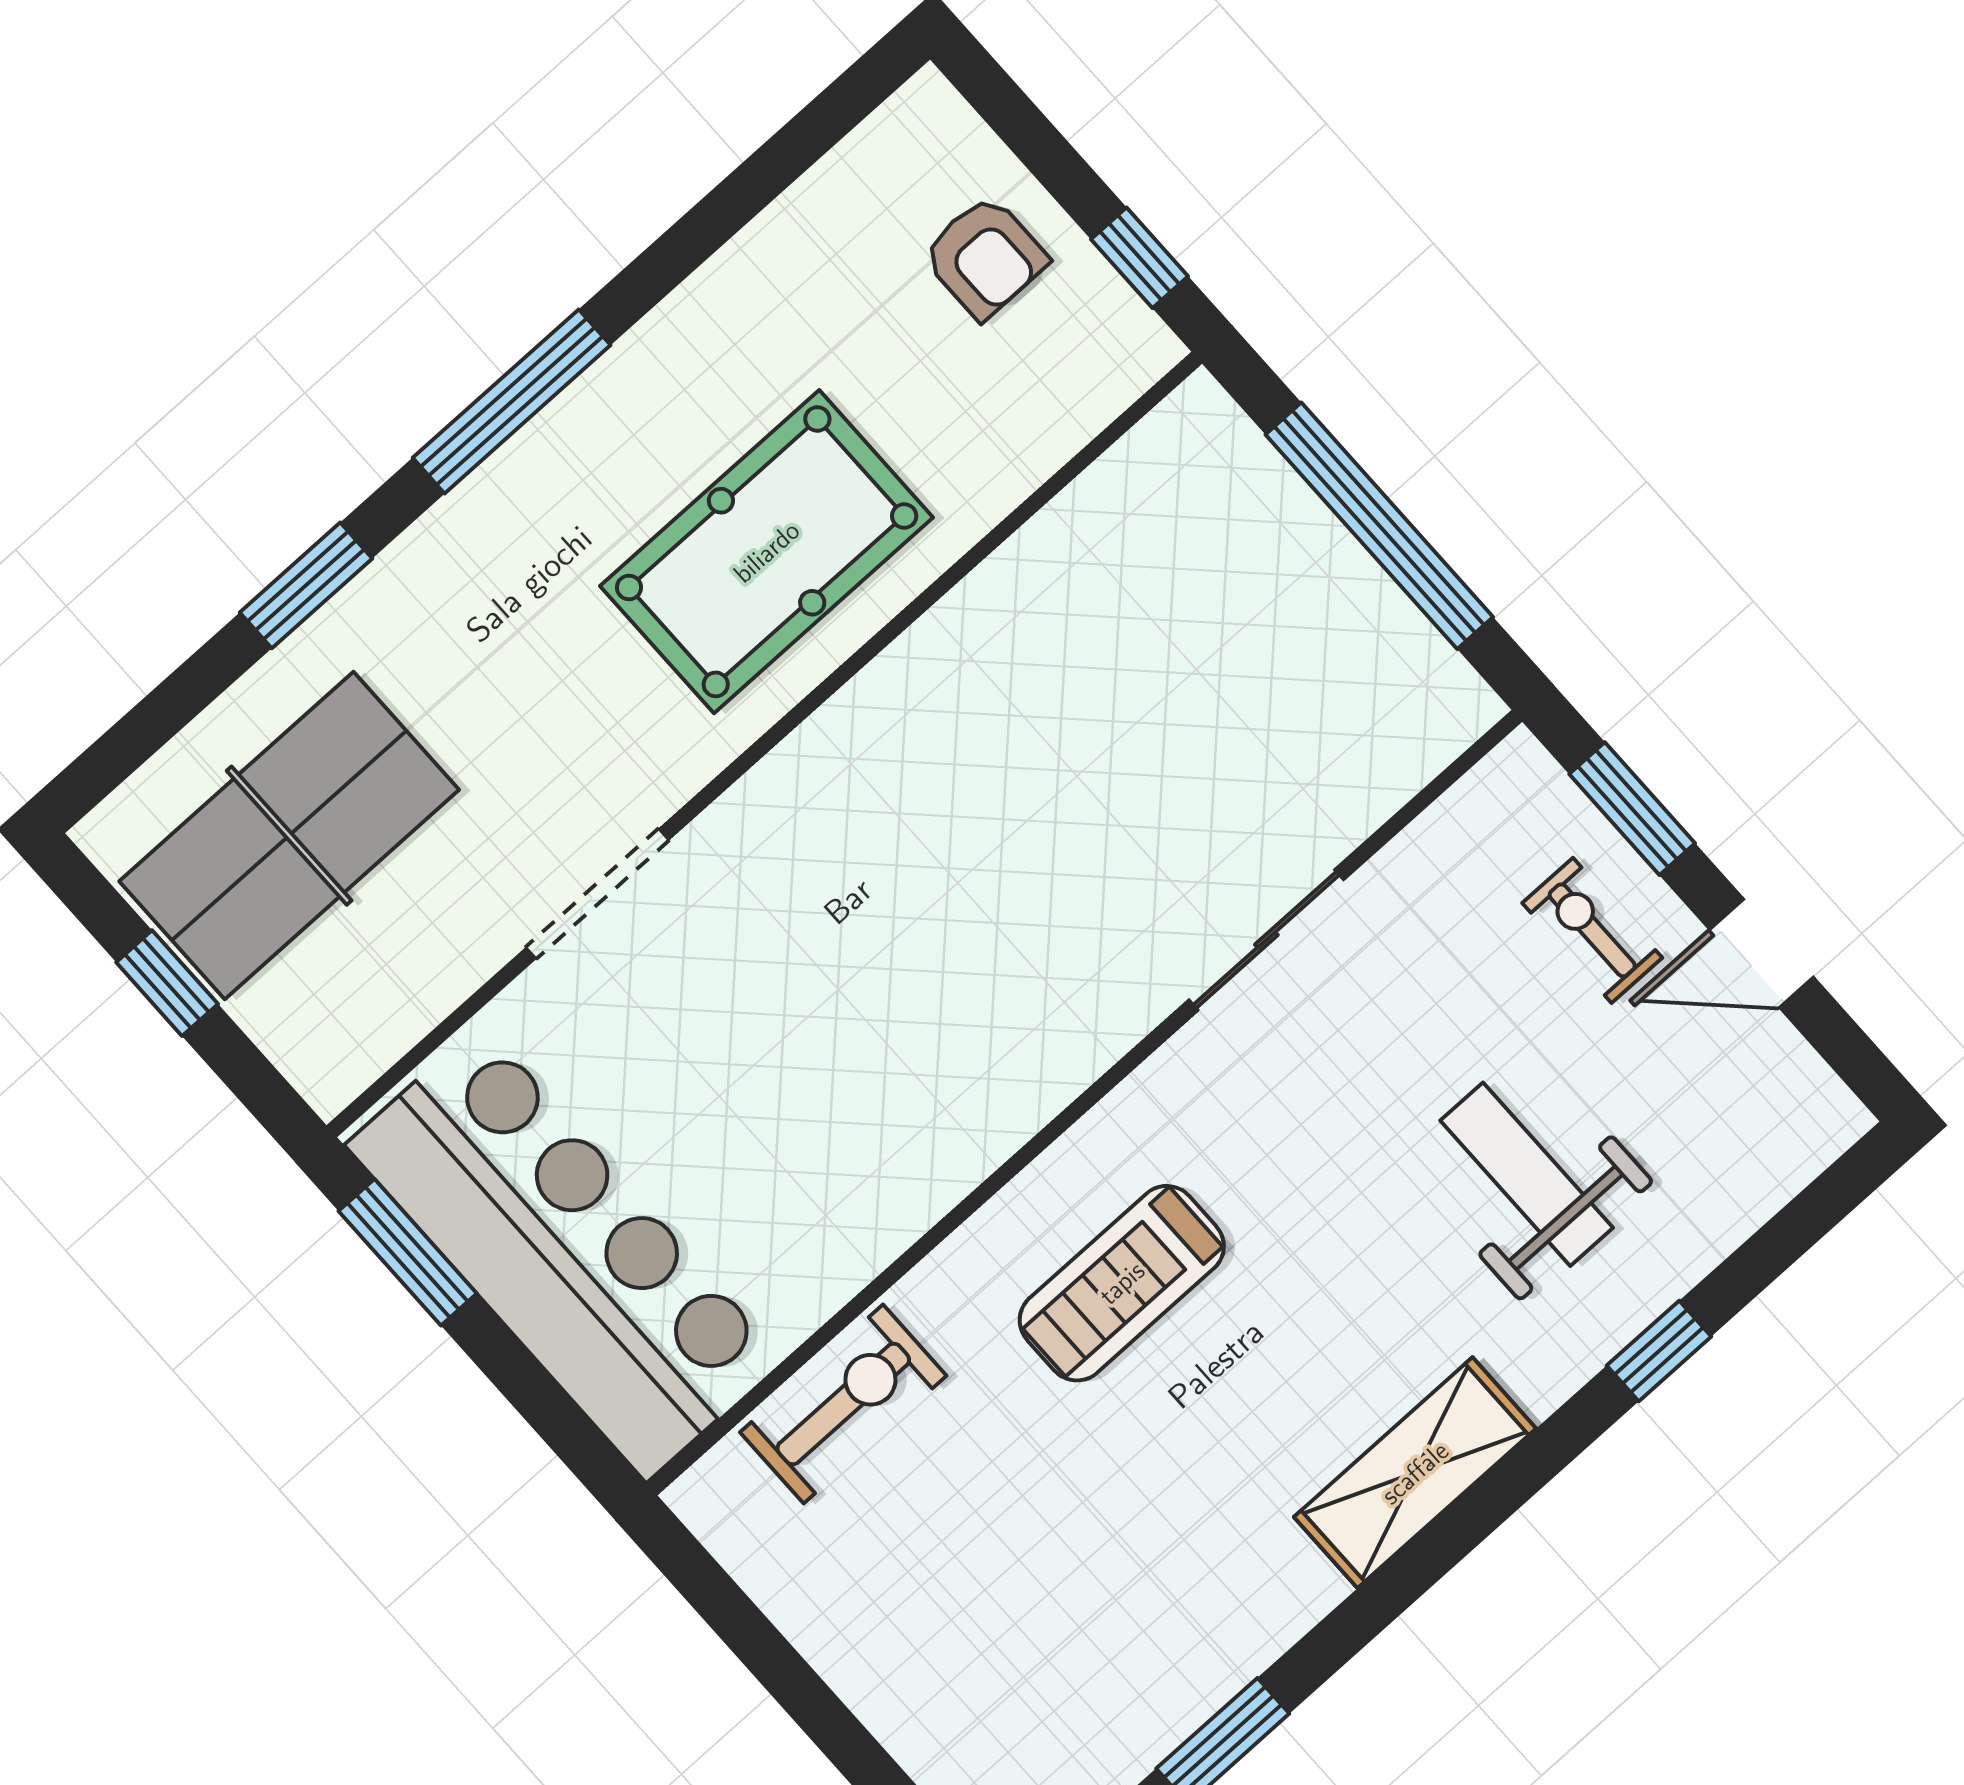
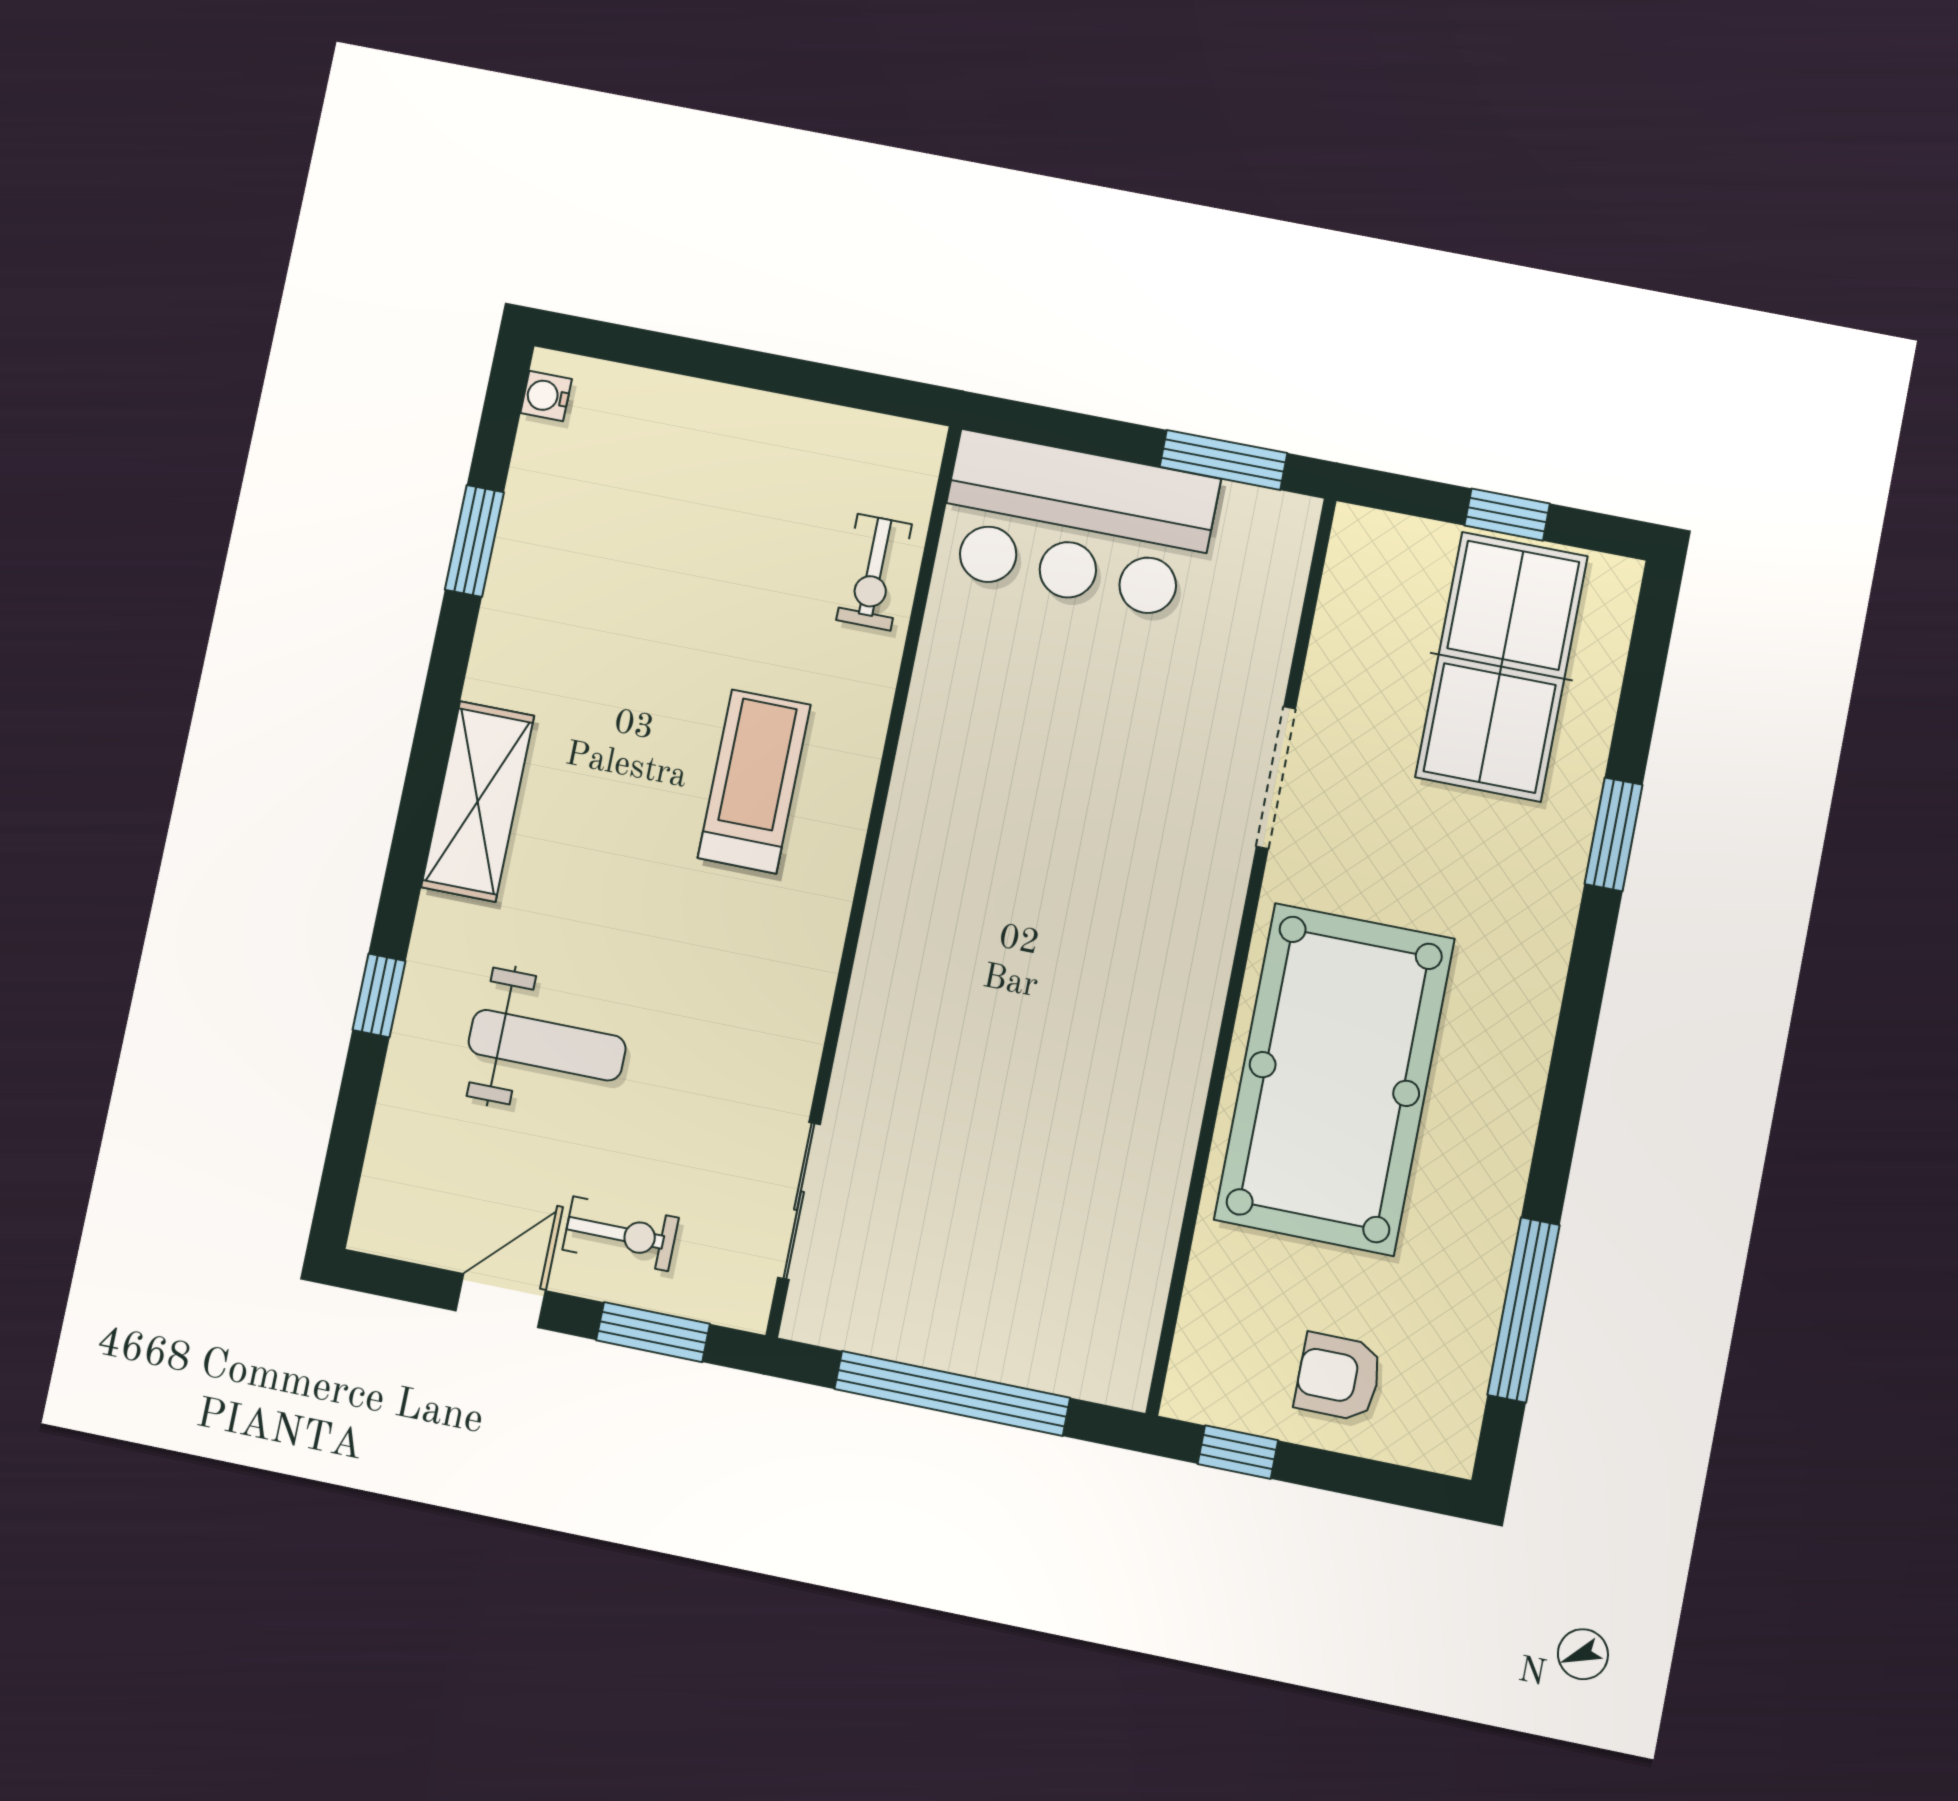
window: (512, 401) -> (1524, 1310), moved
pool table: (767, 552) -> (1334, 1079), width x1.36, depth x1.32
sliding door: (1266, 940) -> (799, 1201), moved
bar counter: (564, 1252) -> (1077, 525), width x0.73
exercise bike: (843, 1404) -> (874, 572), width x0.73, depth x0.72

